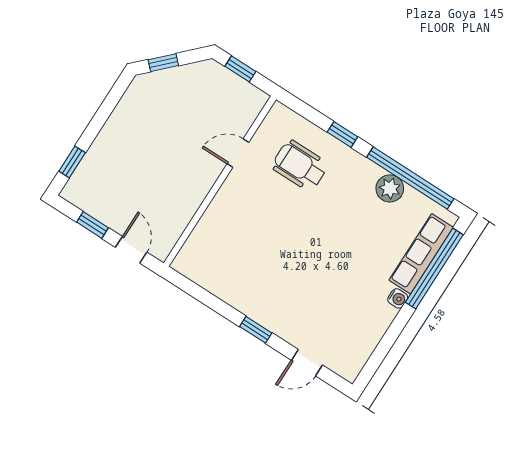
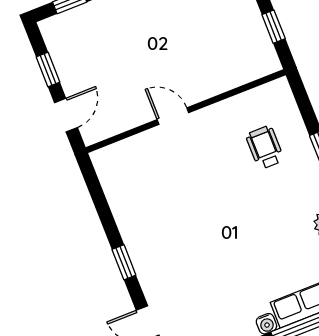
door: (238, 153) -> (173, 116), moved
wheelchair: (300, 165) -> (265, 147), width x0.73, depth x0.73

